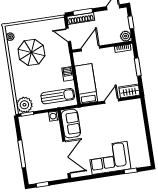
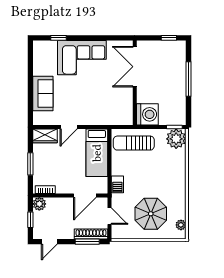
parasol: (31, 52) -> (151, 214), moved
barbecue: (68, 74) -> (117, 184), moved
washing machine: (54, 116) -> (147, 114), width x1.89, depth x1.89
sofa: (71, 124) -> (43, 93), moved, turned 180

